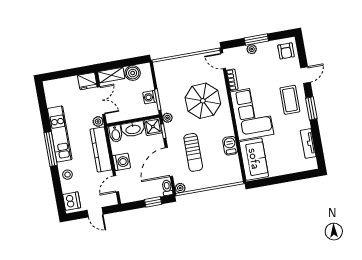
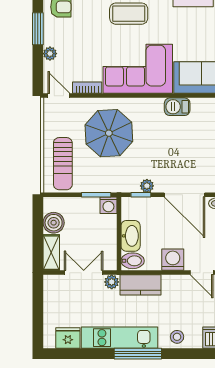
window: (256, 39) -> (38, 29), moved
door: (223, 61) -> (59, 96), swing flipped
fridge: (87, 81) -> (68, 338), moved, turned -90
washing machine: (150, 97) -> (108, 205), moved
plant: (167, 118) -> (147, 186), moved
shower: (153, 127) -> (132, 208), removed
kitchen counter: (101, 150) -> (141, 285), width x0.67
sun lounger: (193, 152) -> (63, 164), moved, turned 90

